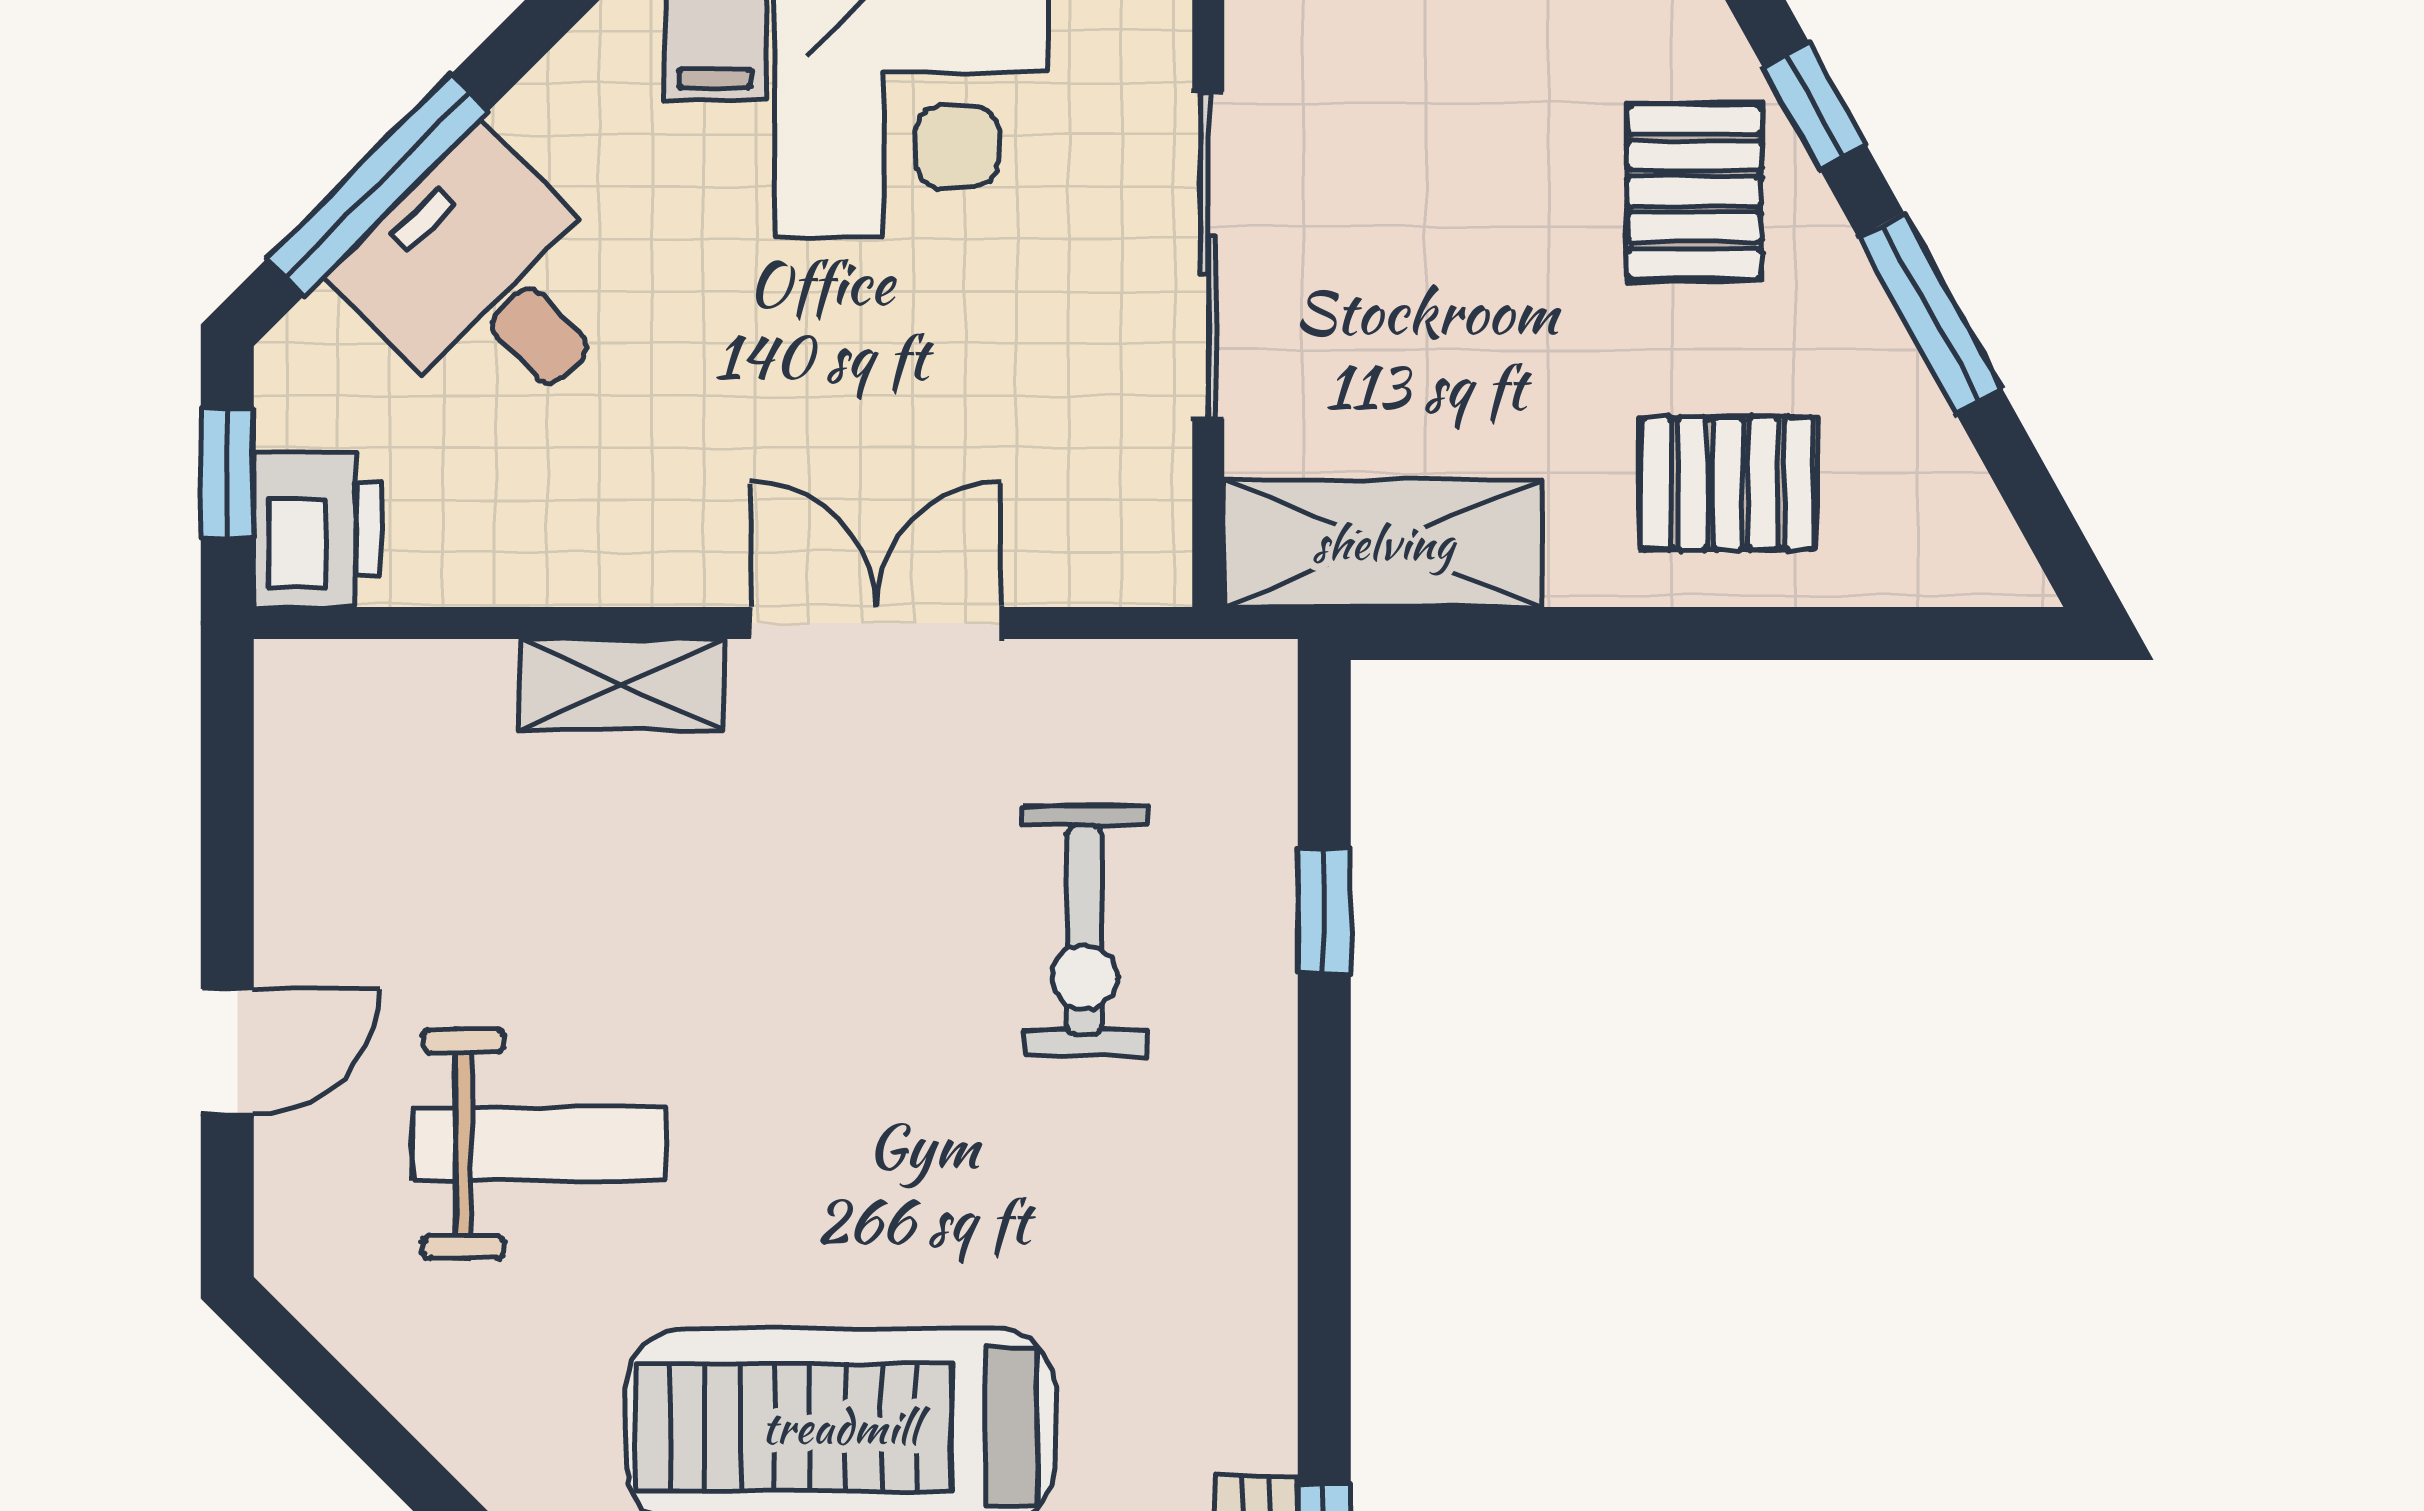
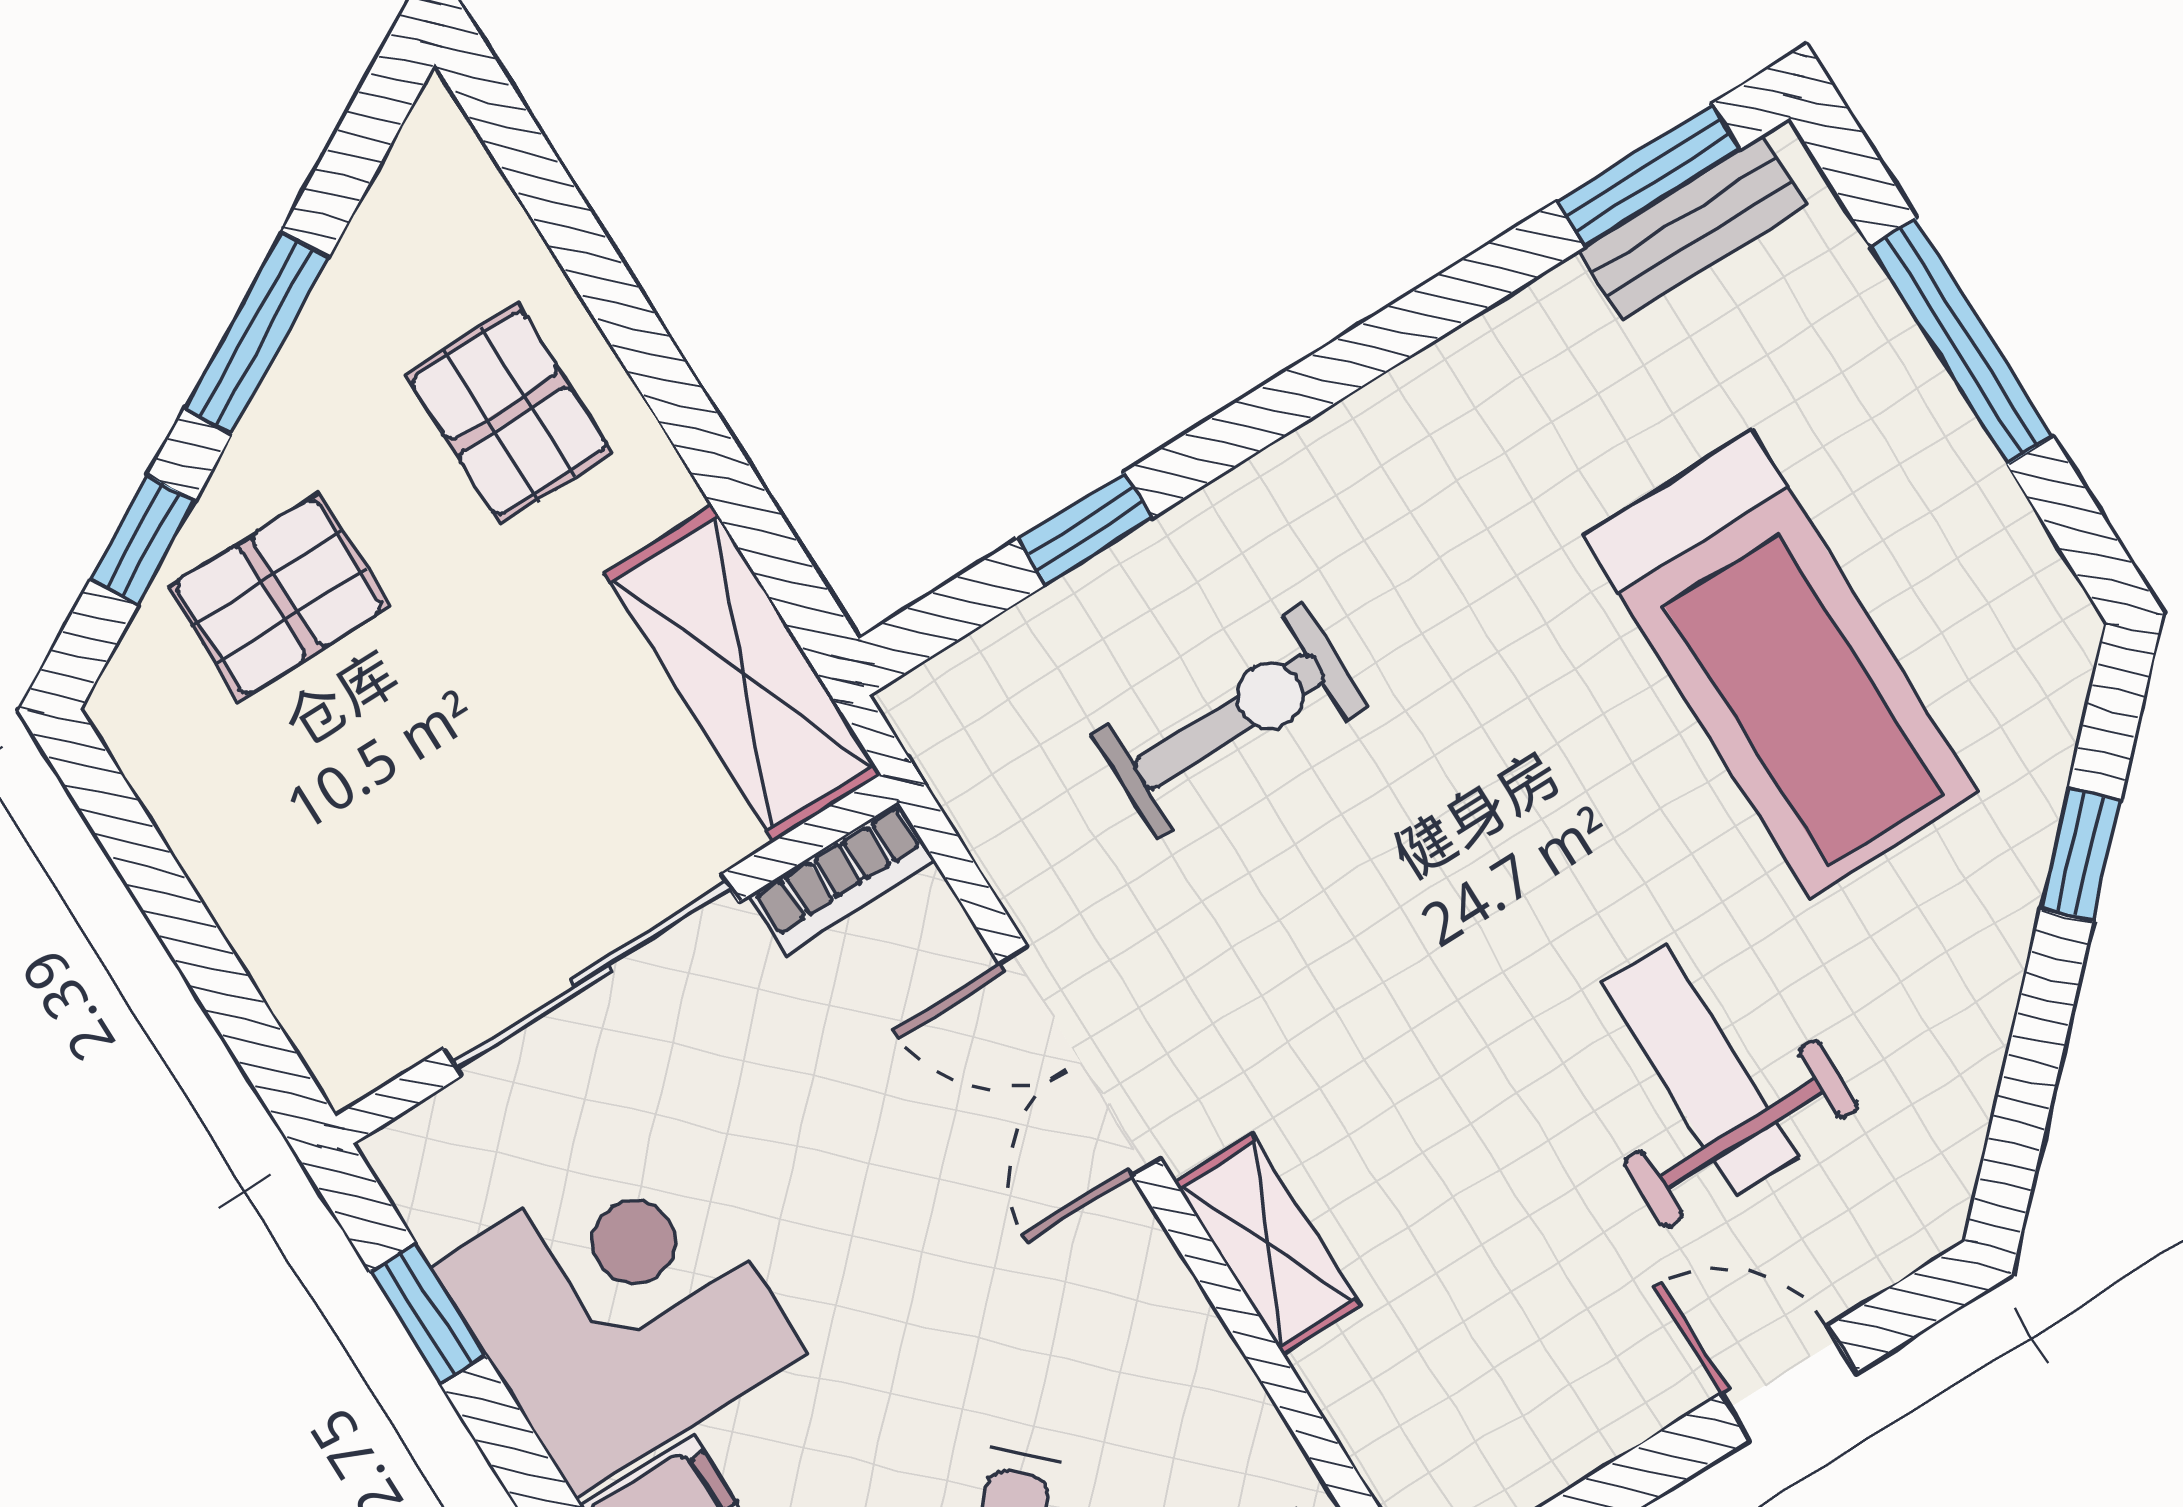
bookcase: (1157, 519) -> (842, 878), added

